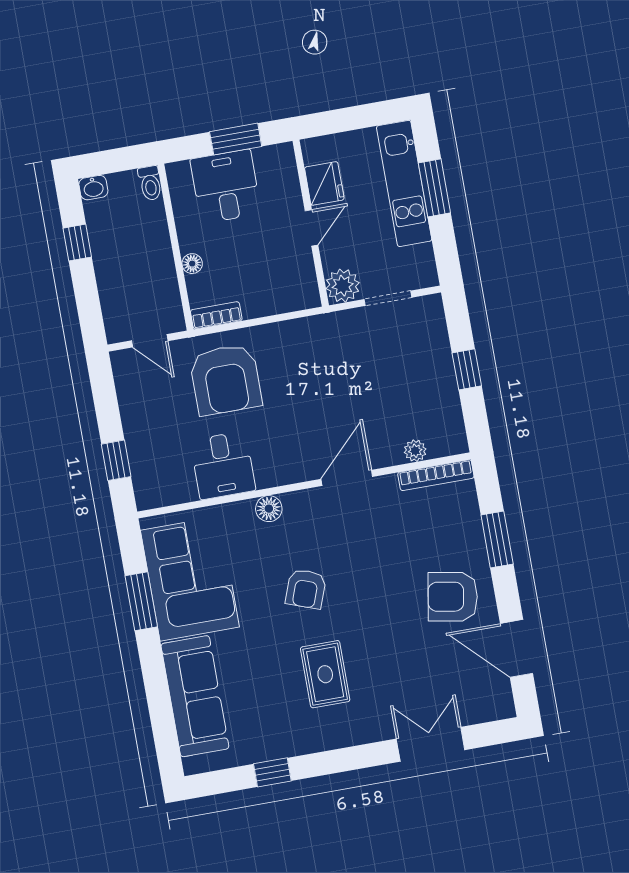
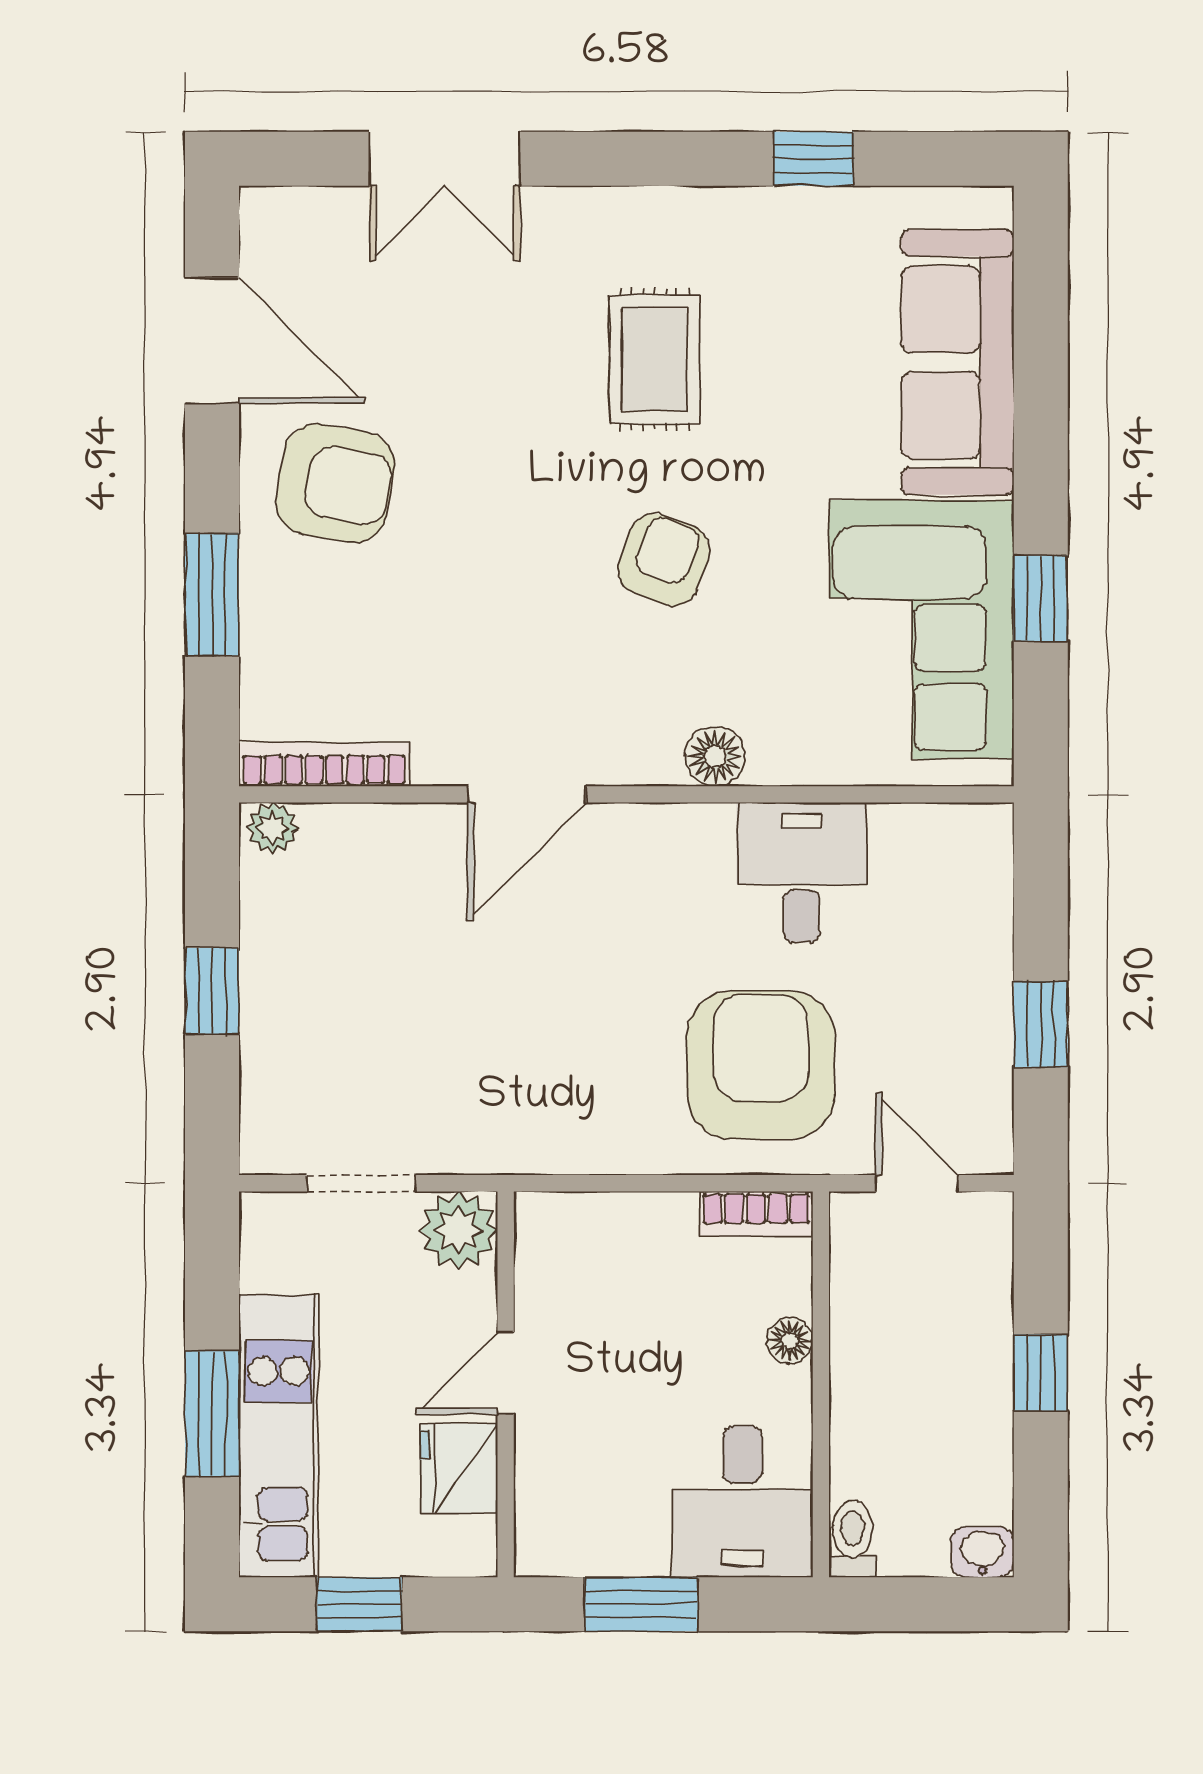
window: (357, 118) -> (360, 1604), added
desk: (226, 186) -> (742, 1502), moved
window: (77, 243) -> (1041, 1373), moved
plant: (415, 451) -> (273, 828), moved
window: (116, 460) -> (1041, 1024), moved
window: (141, 601) -> (1041, 598), width x0.67

